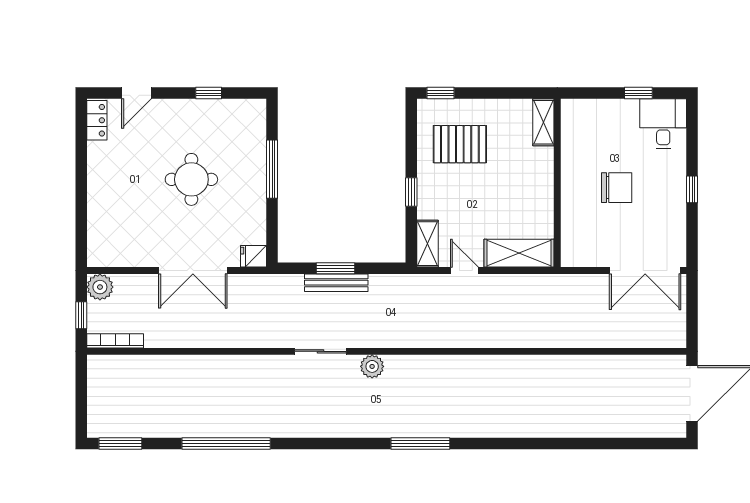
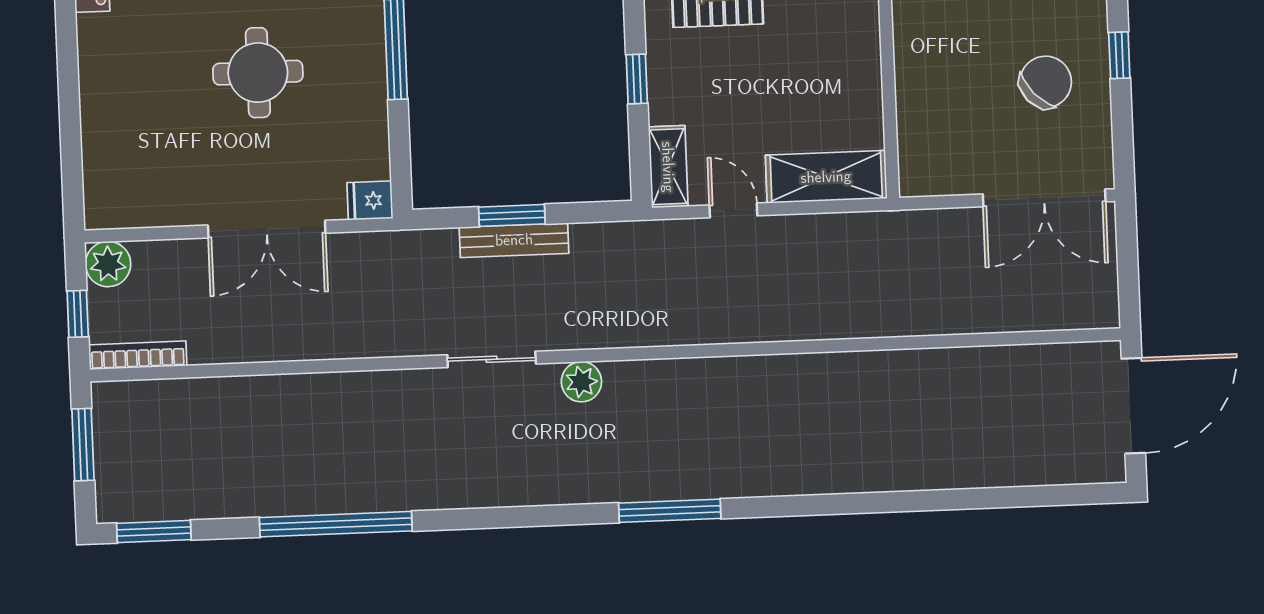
chair: (617, 188) -> (1046, 82), moved, turned -43
window: (81, 391) -> (83, 445), added

